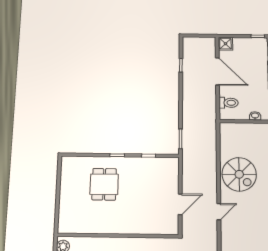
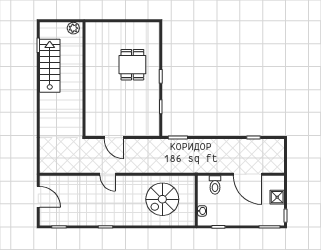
shower: (225, 44) -> (277, 197), moved
door: (217, 71) -> (248, 174), hinge flipped
spiral stairs: (239, 174) -> (162, 199), moved
dining table: (104, 184) -> (132, 65), turned 90

